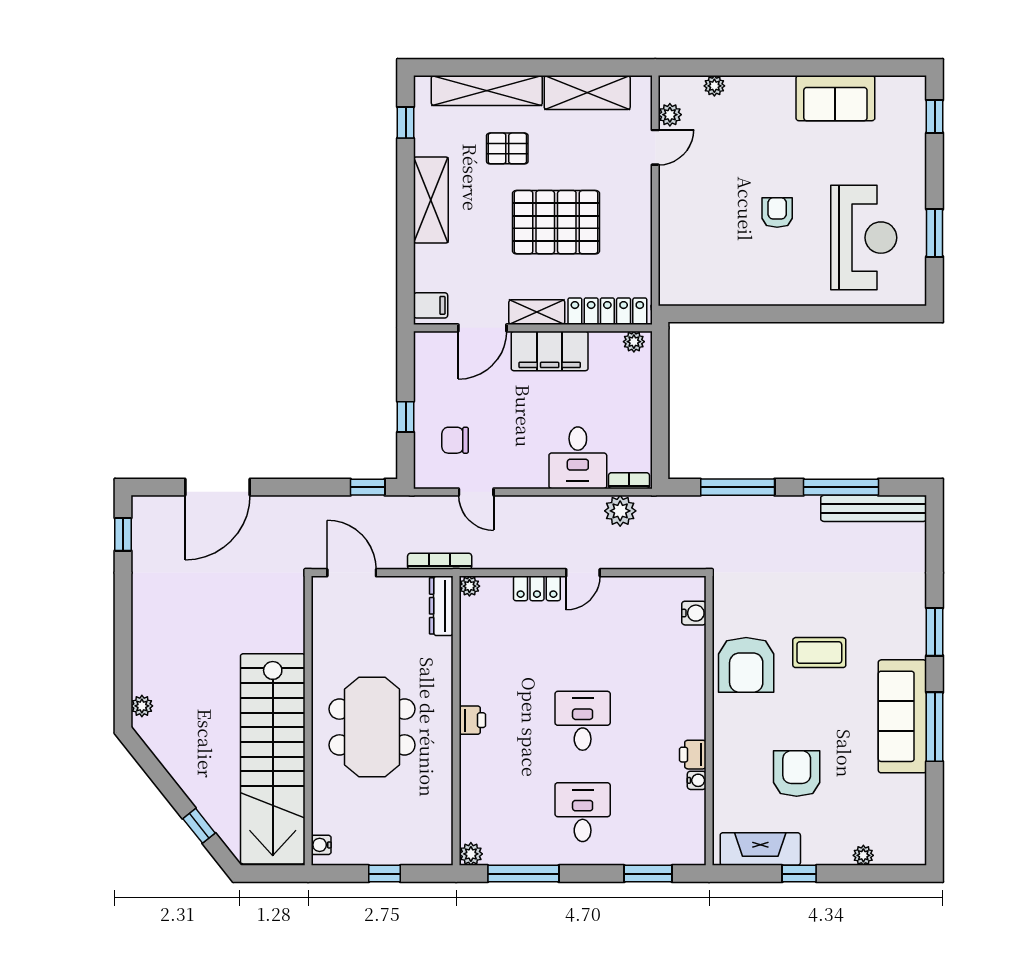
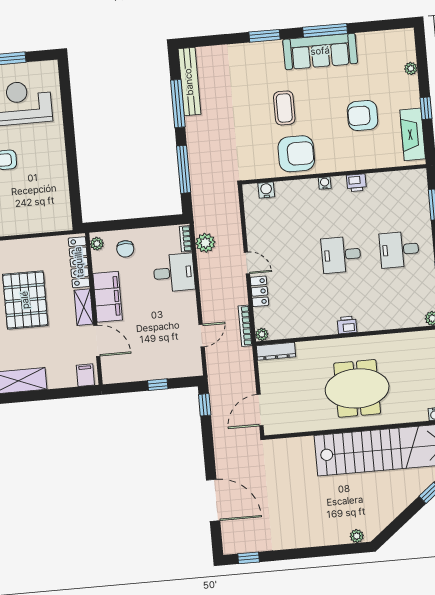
chair: (455, 440) -> (125, 249), moved
bookcase: (440, 561) -> (245, 326), moved
water cooler: (697, 780) -> (325, 183), moved

